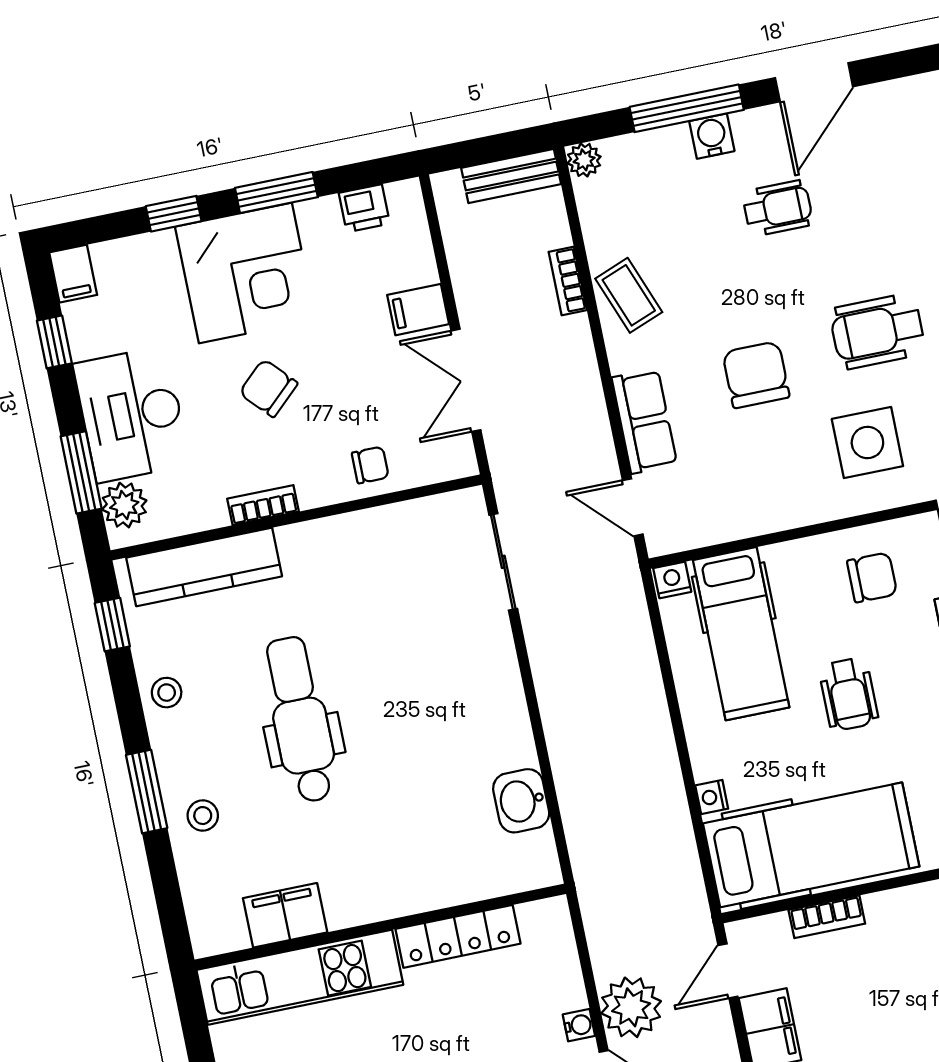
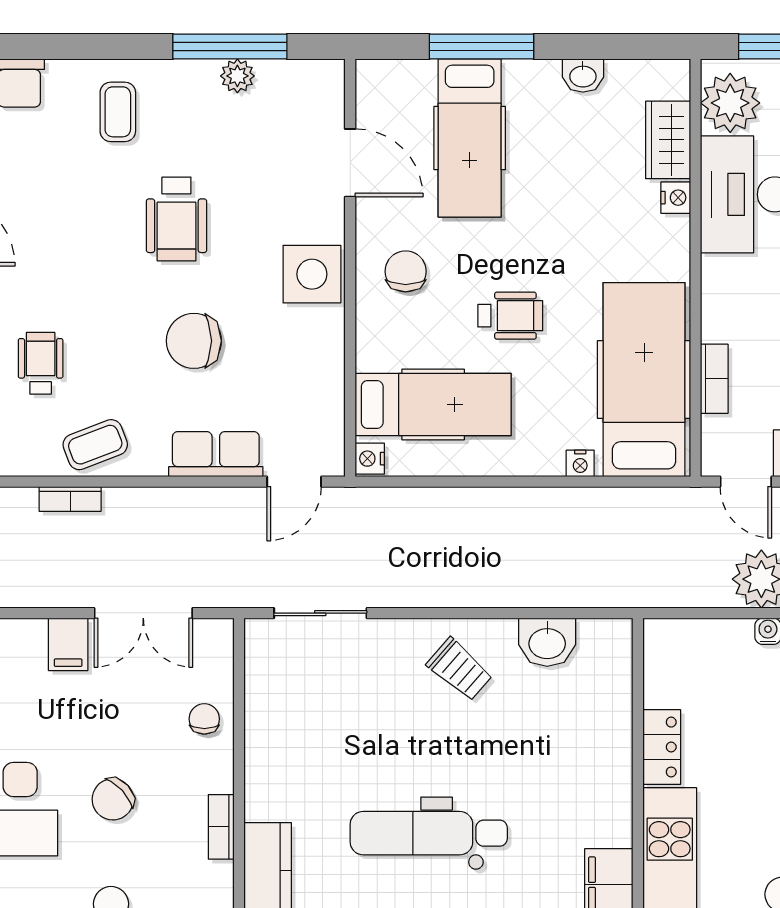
wheelchair: (778, 208) -> (41, 363), moved
side table: (867, 442) -> (312, 274), moved
trolley: (475, 717) -> (460, 669), added
locker: (458, 936) -> (662, 747), width x0.66

